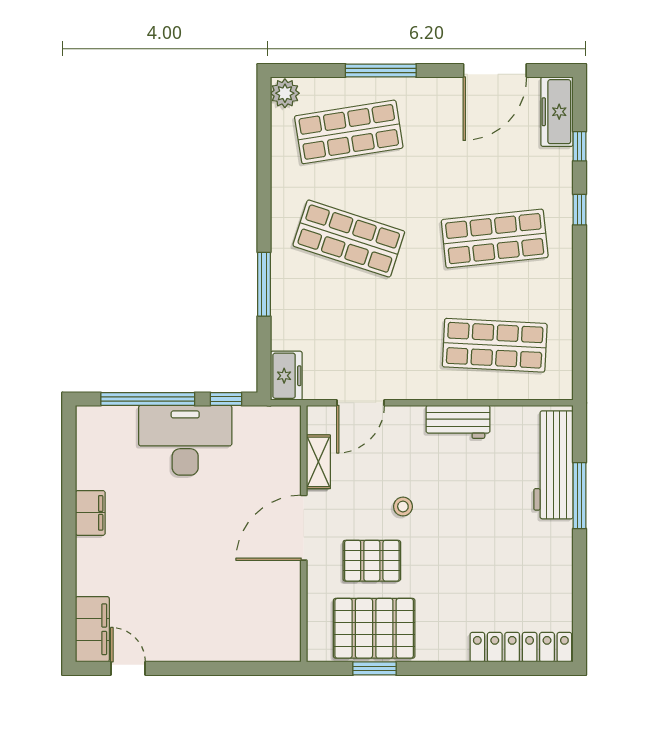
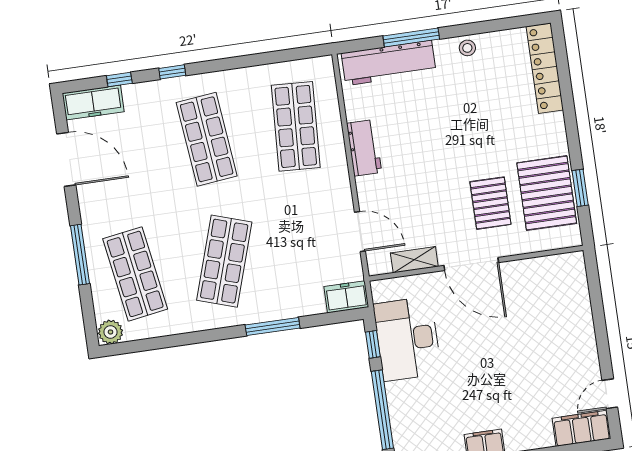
desk: (185, 440) -> (407, 339), moved
stool: (403, 507) -> (467, 48), moved

